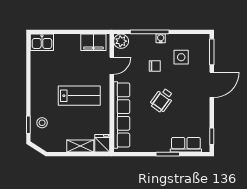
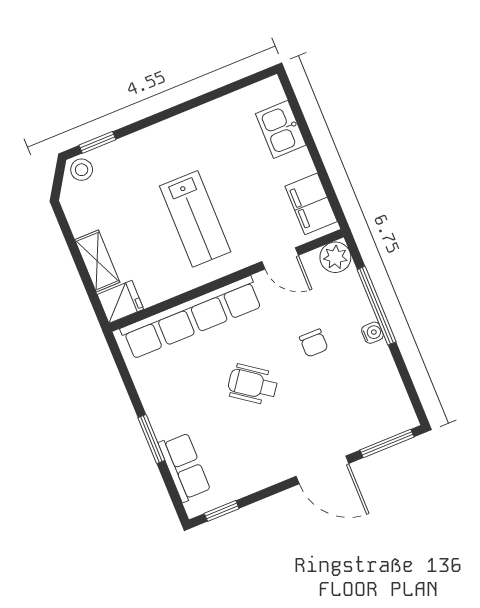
kitchen sink: (42, 42) -> (281, 129), moved
side table: (181, 57) -> (352, 388), removed
stool: (42, 123) -> (82, 170), moved

